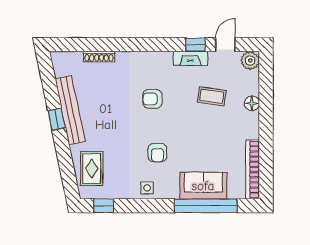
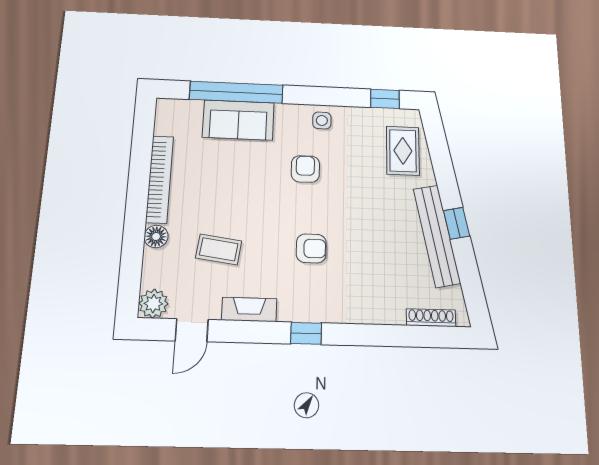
window: (196, 45) -> (306, 333), moved
shoe rack: (99, 57) -> (431, 318), moved
bookcase: (253, 170) -> (160, 179), moved

